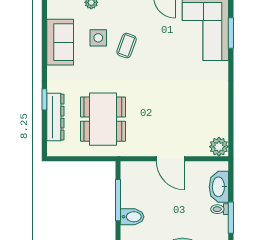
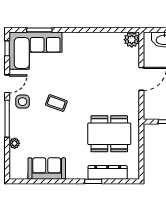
side table: (98, 38) -> (23, 102), moved
coffee table: (127, 46) -> (56, 103), moved

